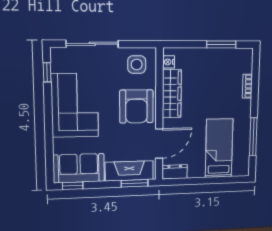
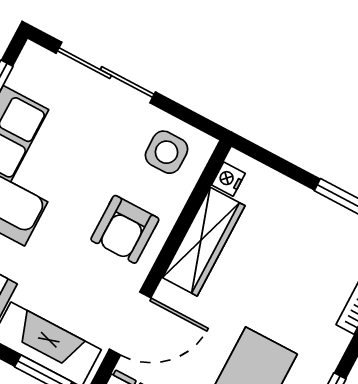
armchair: (136, 106) -> (125, 229), width x0.73, depth x0.73

